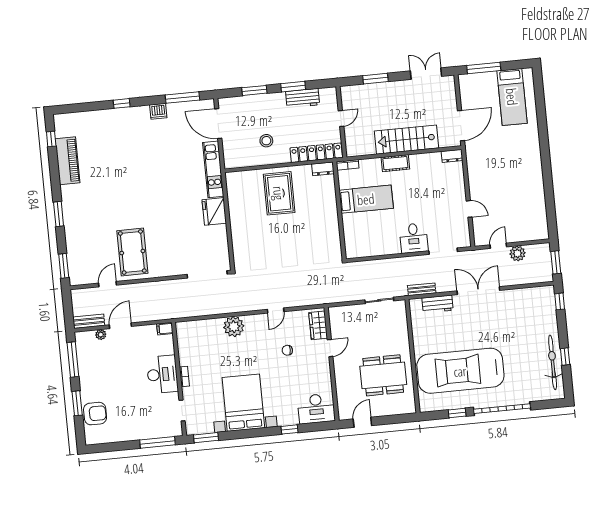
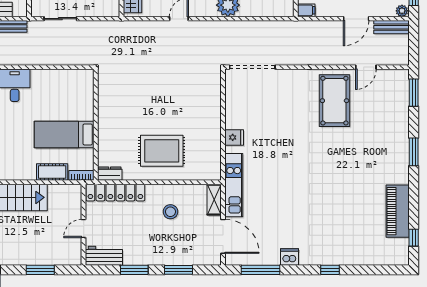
workbench: (303, 98) -> (104, 256), moved
shelving: (229, 155) -> (214, 200), added
cot: (395, 163) -> (52, 172), moved
rug: (279, 193) -> (162, 151), turned 90
fridge: (214, 211) -> (234, 137), width x0.53, depth x0.75
plant: (101, 335) -> (402, 11), moved

